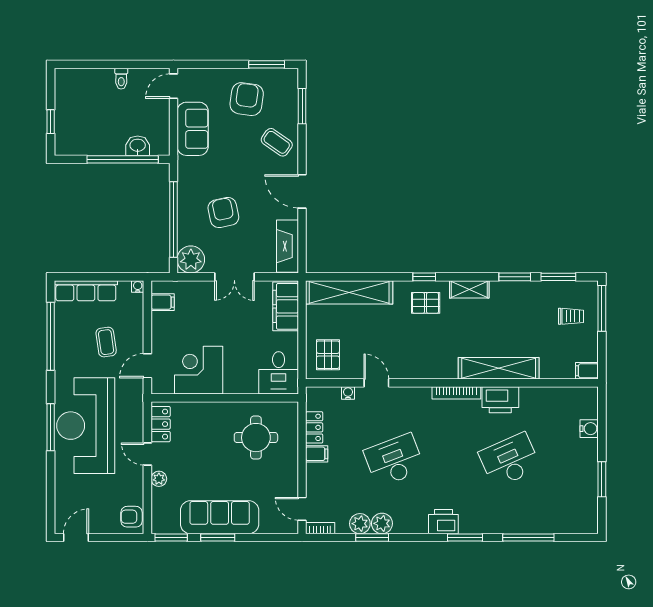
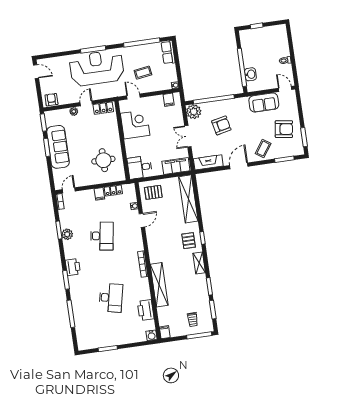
row of seats: (86, 291) -> (168, 52), width x0.68
printer: (500, 400) -> (146, 310), moved
water cooler: (589, 429) -> (152, 335), moved
desk: (394, 460) -> (102, 236), turned 30
desk: (510, 460) -> (111, 298), turned 36
plant: (360, 524) -> (65, 222), removed

